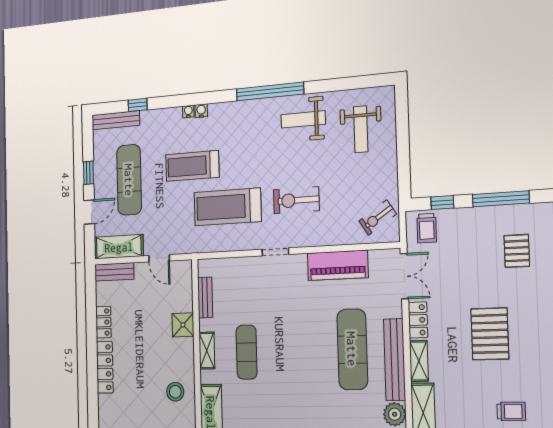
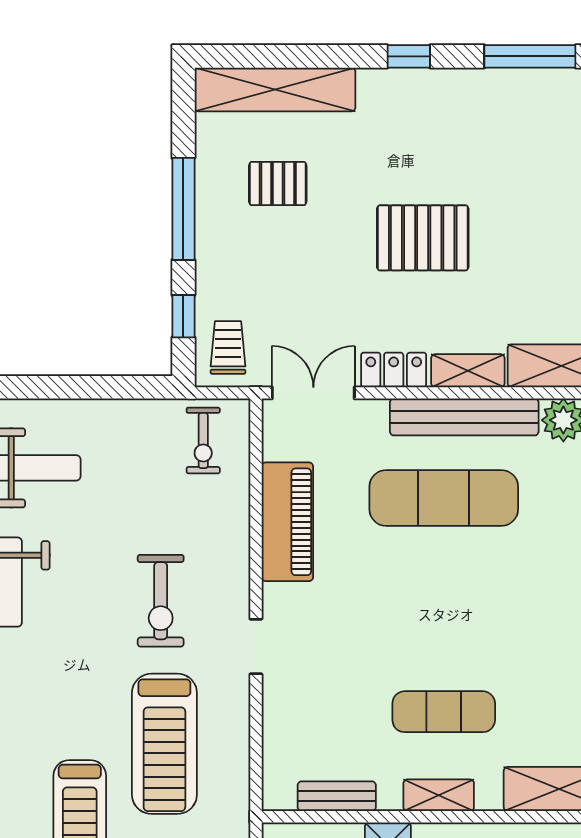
exercise bike: (378, 218) -> (203, 441), turned 33
trolley: (427, 228) -> (228, 348), turned -90
trolley: (511, 411) -> (560, 204), removed

